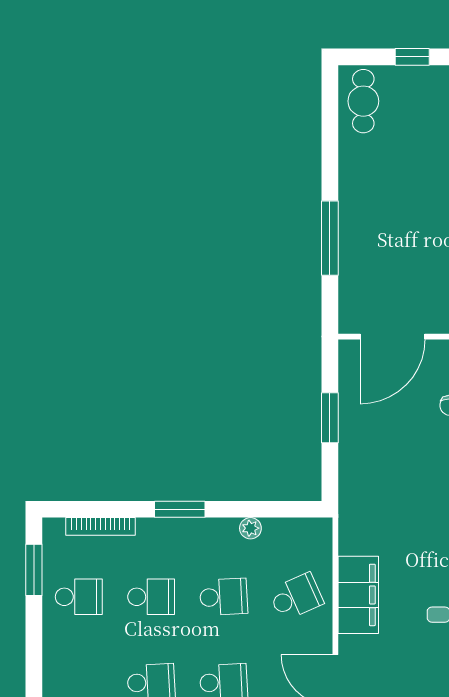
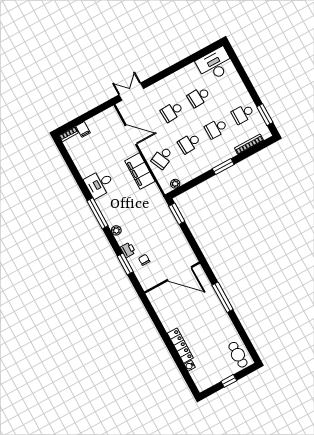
door: (393, 337) -> (179, 274), swing flipped
window: (330, 418) -> (177, 214), moved
plant: (250, 528) -> (175, 184), moved

